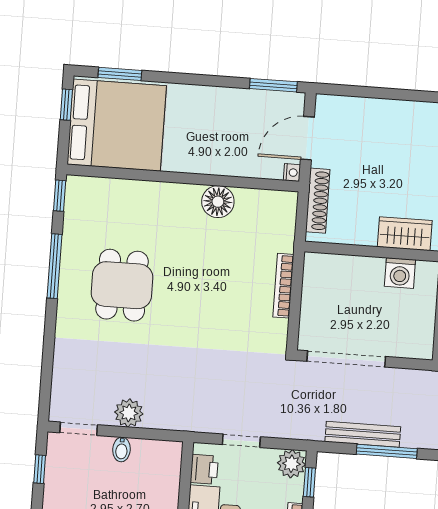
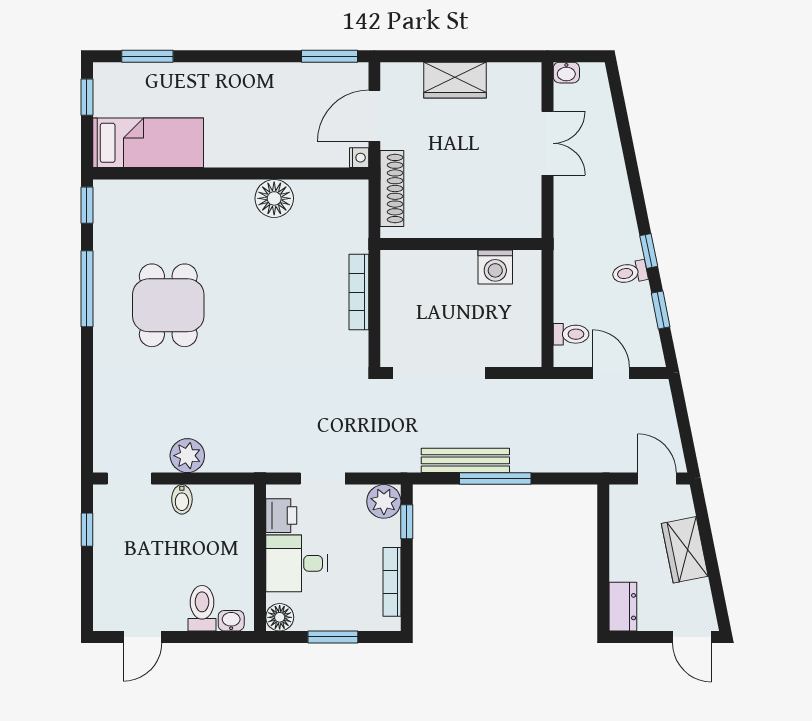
bed: (117, 125) -> (148, 143), width x0.49
wardrobe: (405, 234) -> (455, 80), moved, turned 180

